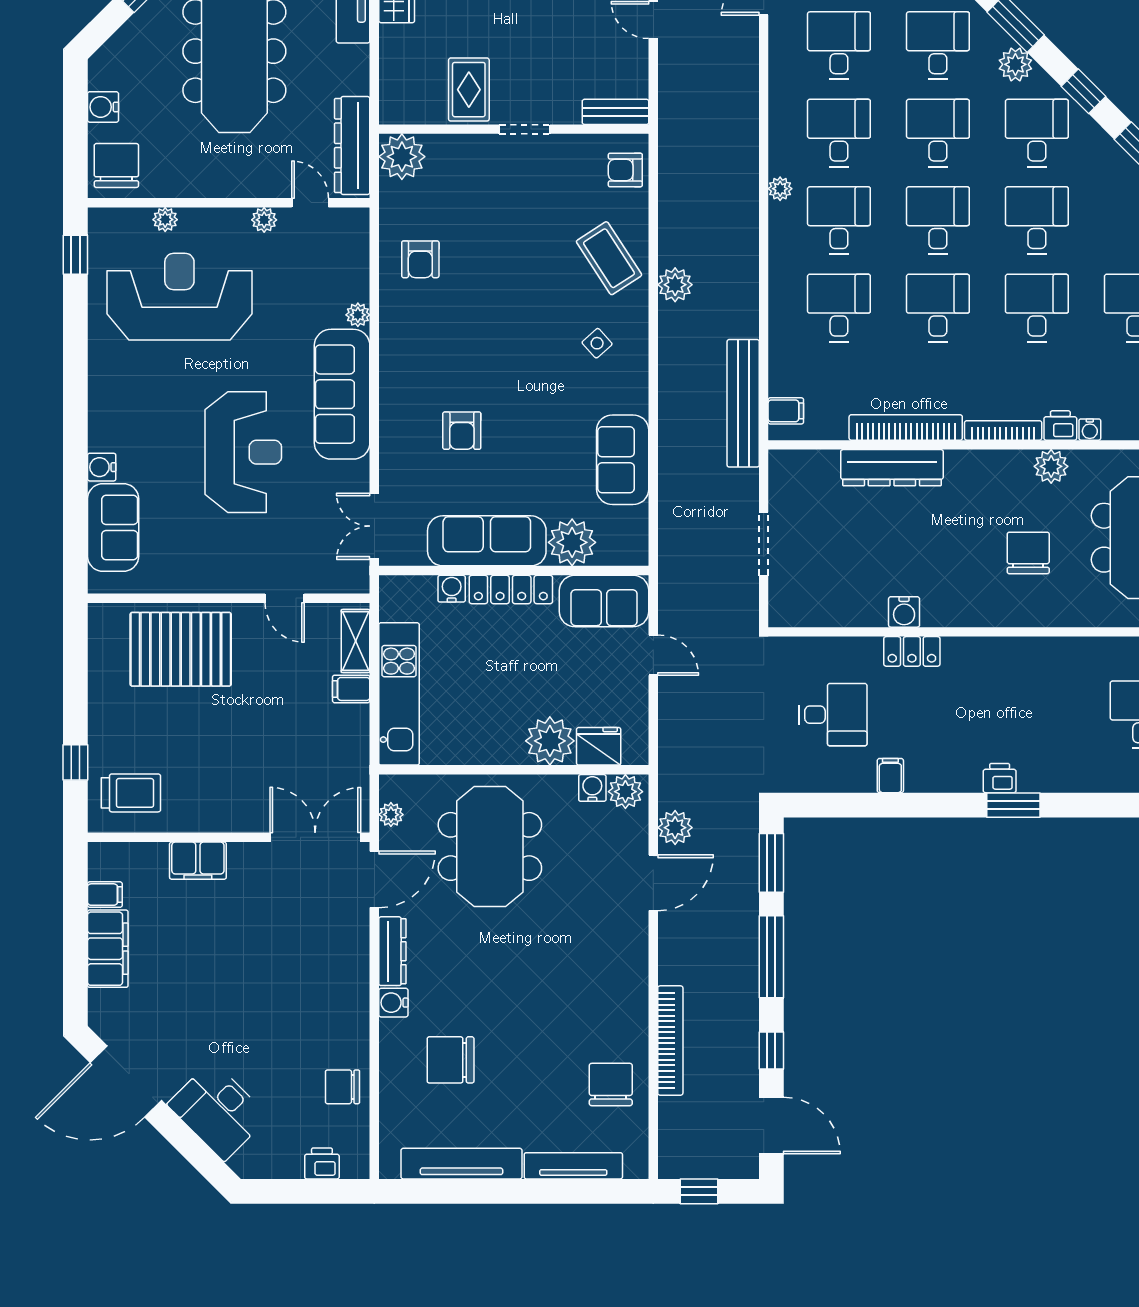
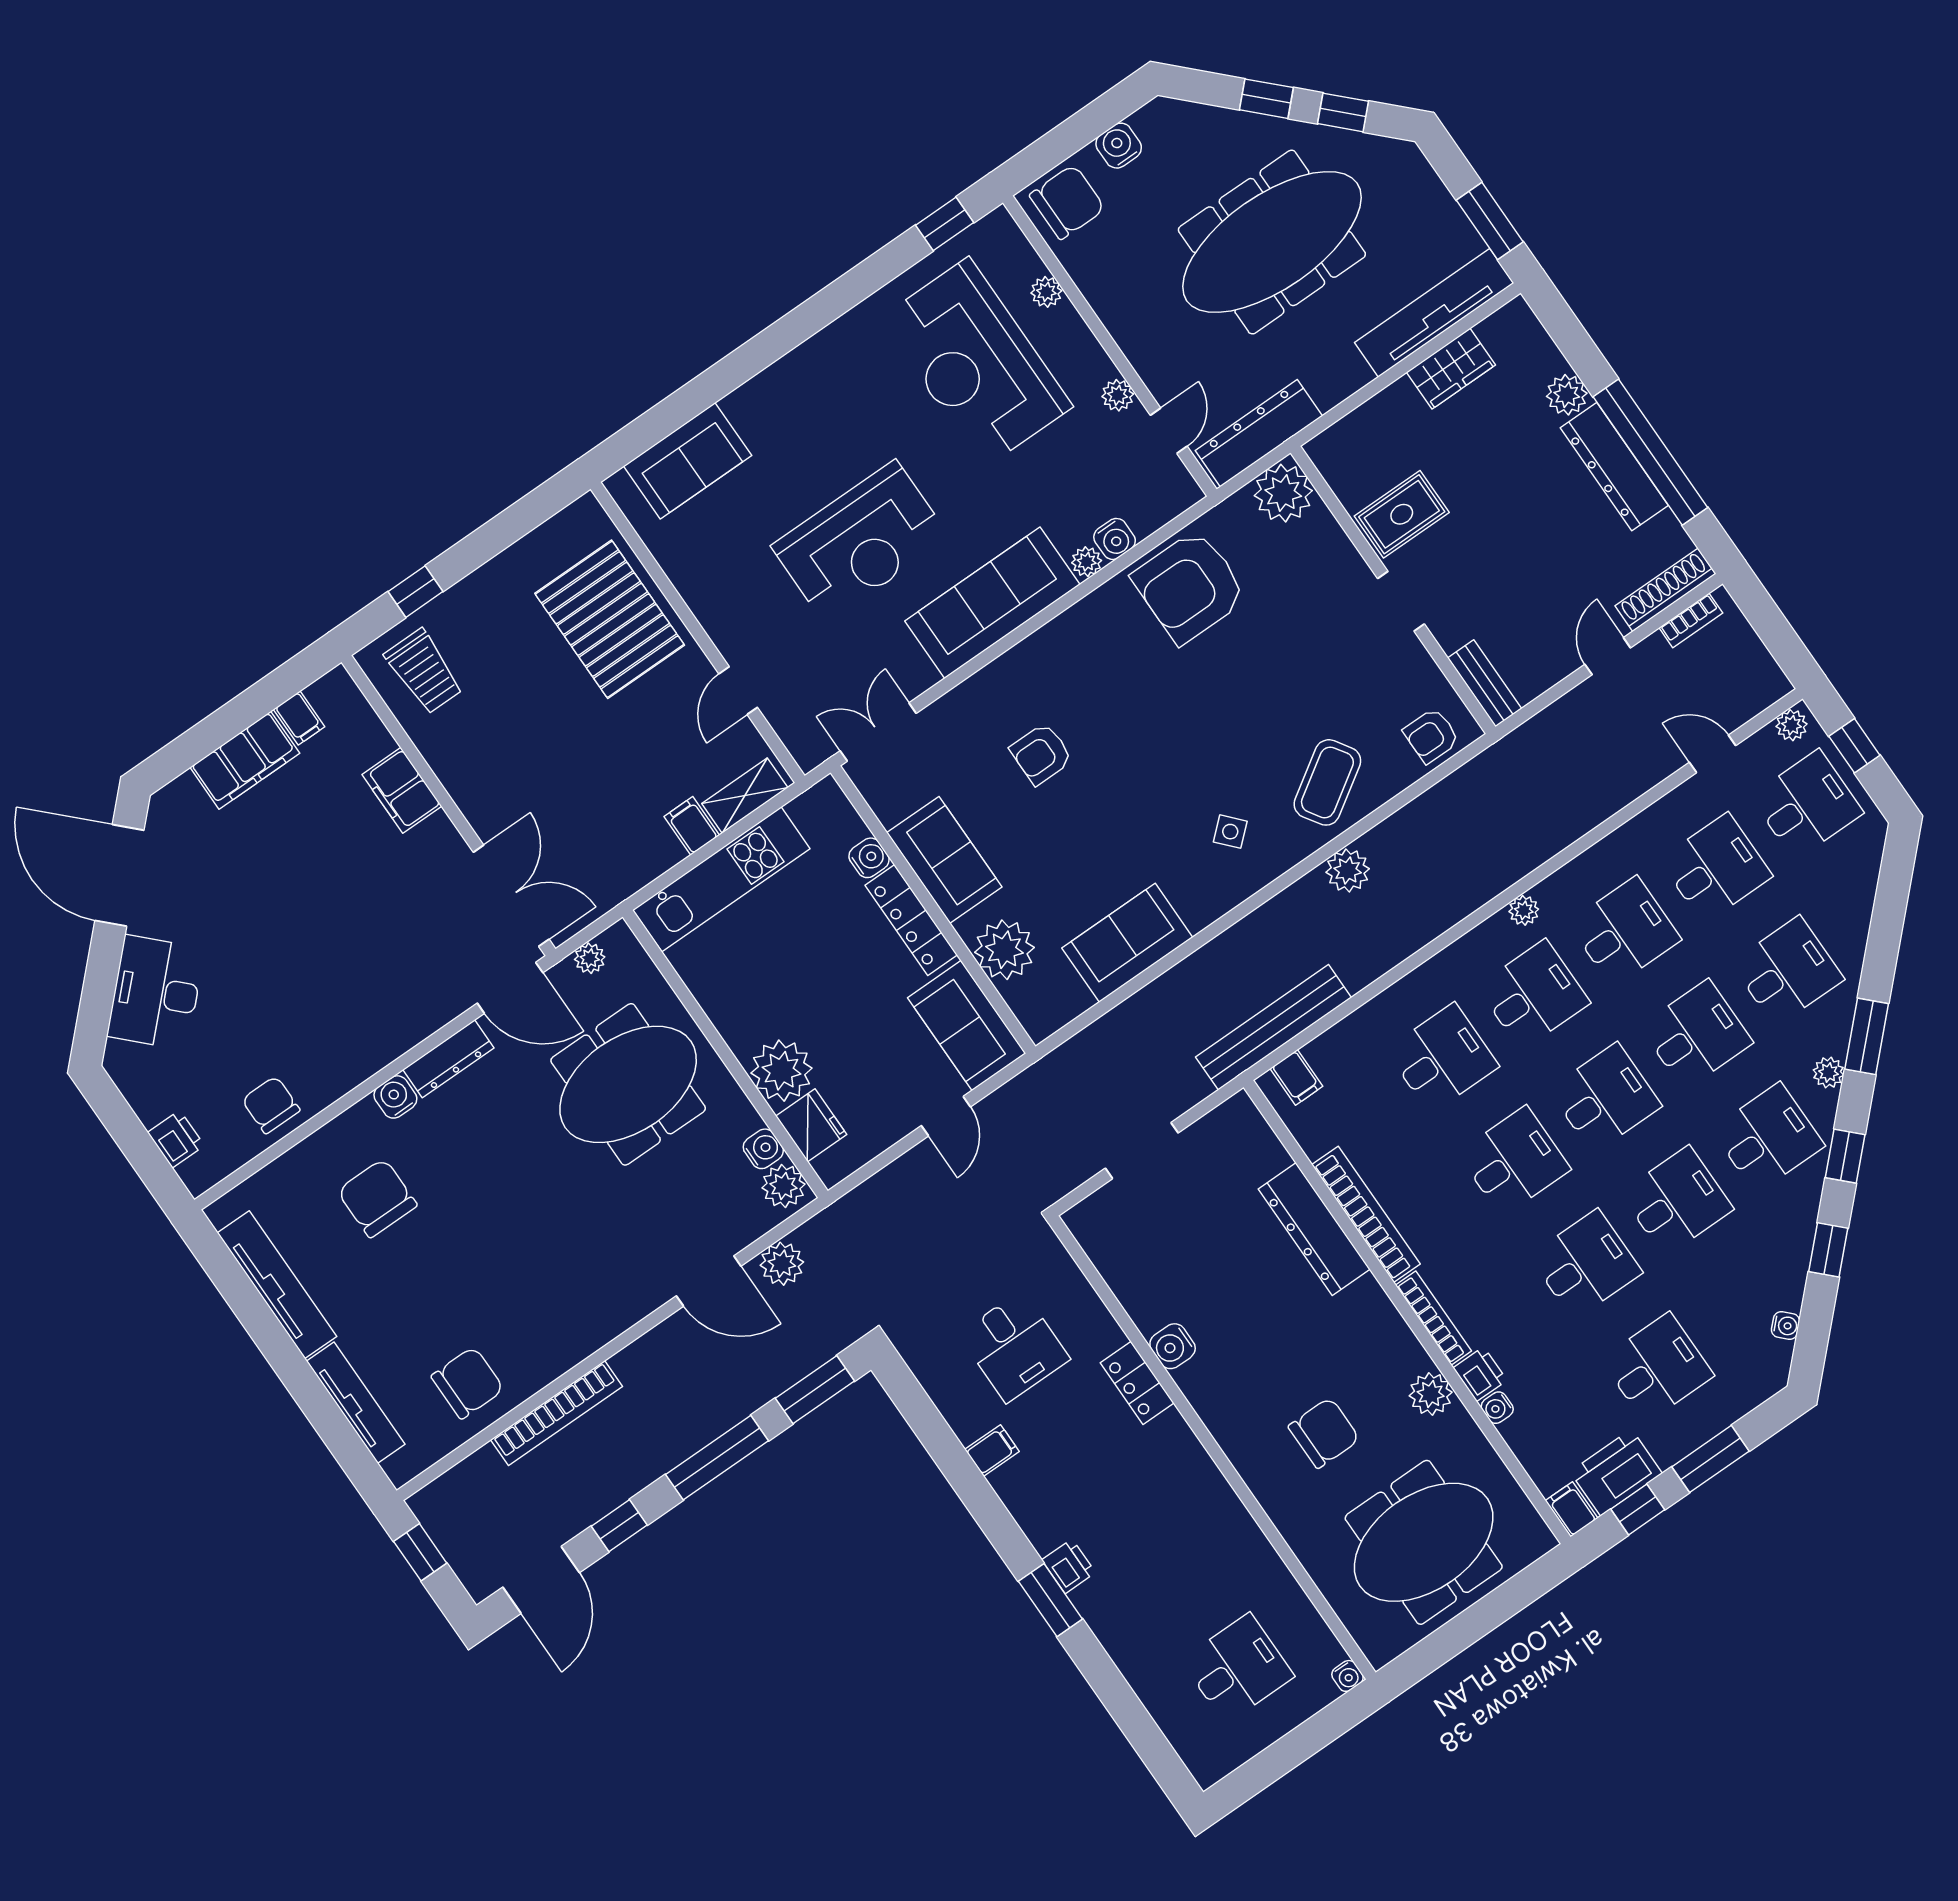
plant: (1015, 64) -> (1828, 1073), width x0.73, depth x0.73
armchair: (625, 170) -> (1431, 736), turned -90
armchair: (420, 259) -> (1190, 587), width x1.88, depth x1.88
reception desk: (179, 297) -> (976, 363), turned 180
water cooler: (102, 467) -> (1115, 539), moved, turned 180
sofa: (487, 541) -> (944, 860), width x0.73

